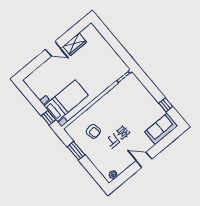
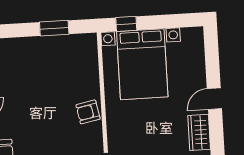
bed with nightstands: (66, 101) -> (142, 64), width x1.36
armchair: (93, 131) -> (88, 112), moved

